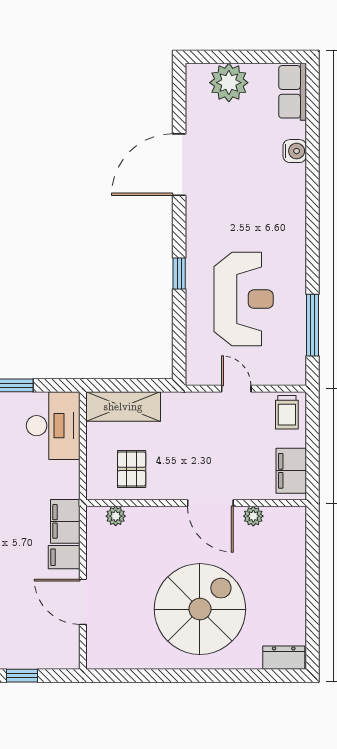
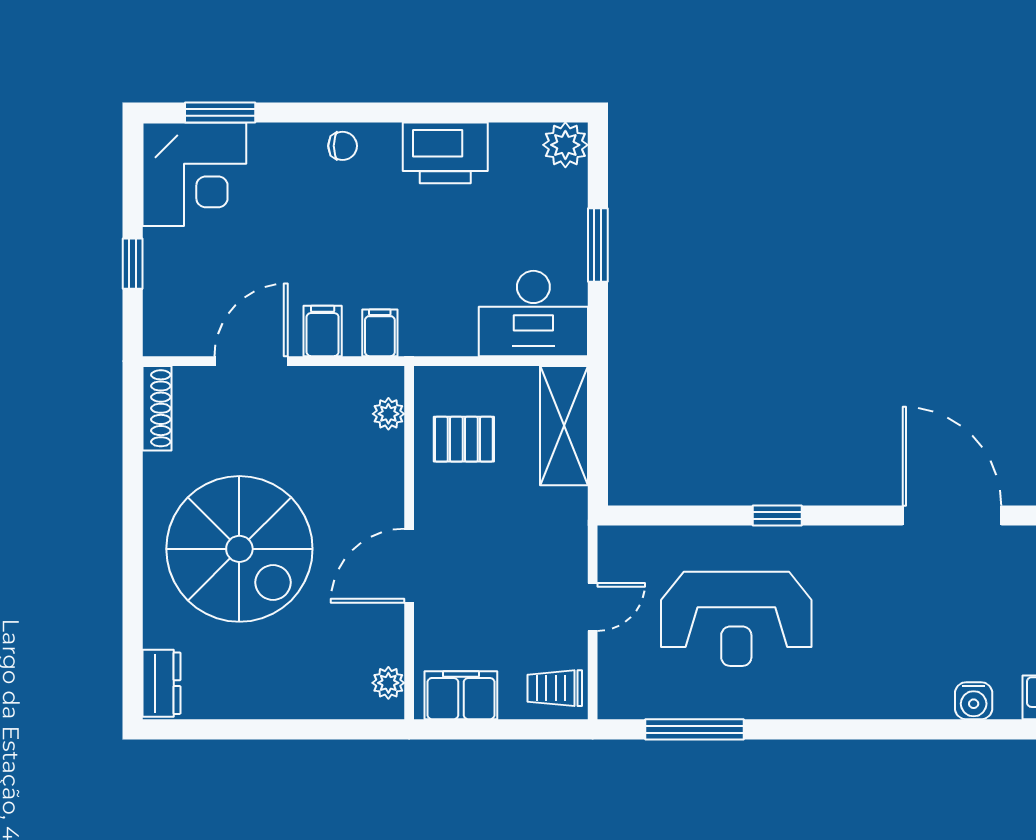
plant: (253, 516) -> (388, 683), moved
filing cabinet: (65, 521) -> (380, 333), width x0.50
shoe rack: (112, 660) -> (157, 408), added

